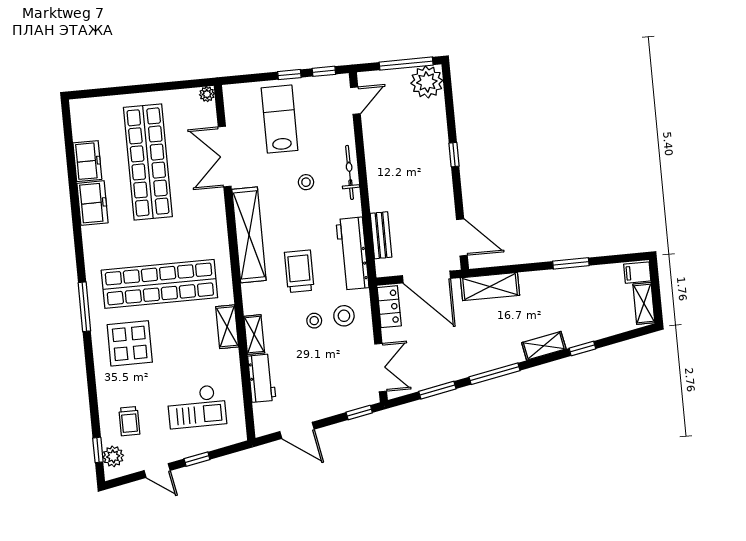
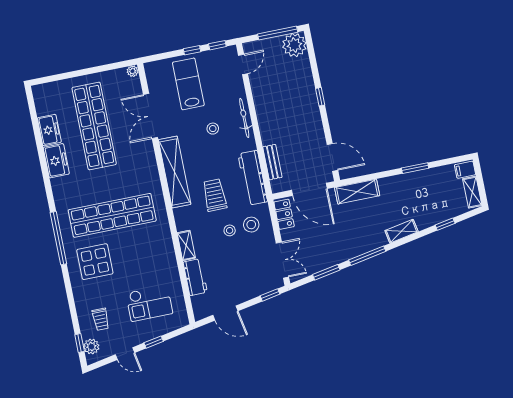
window: (84, 307) -> (58, 238), width x1.46
shelving: (227, 327) -> (166, 242), removed
window: (582, 348) -> (445, 224), moved

